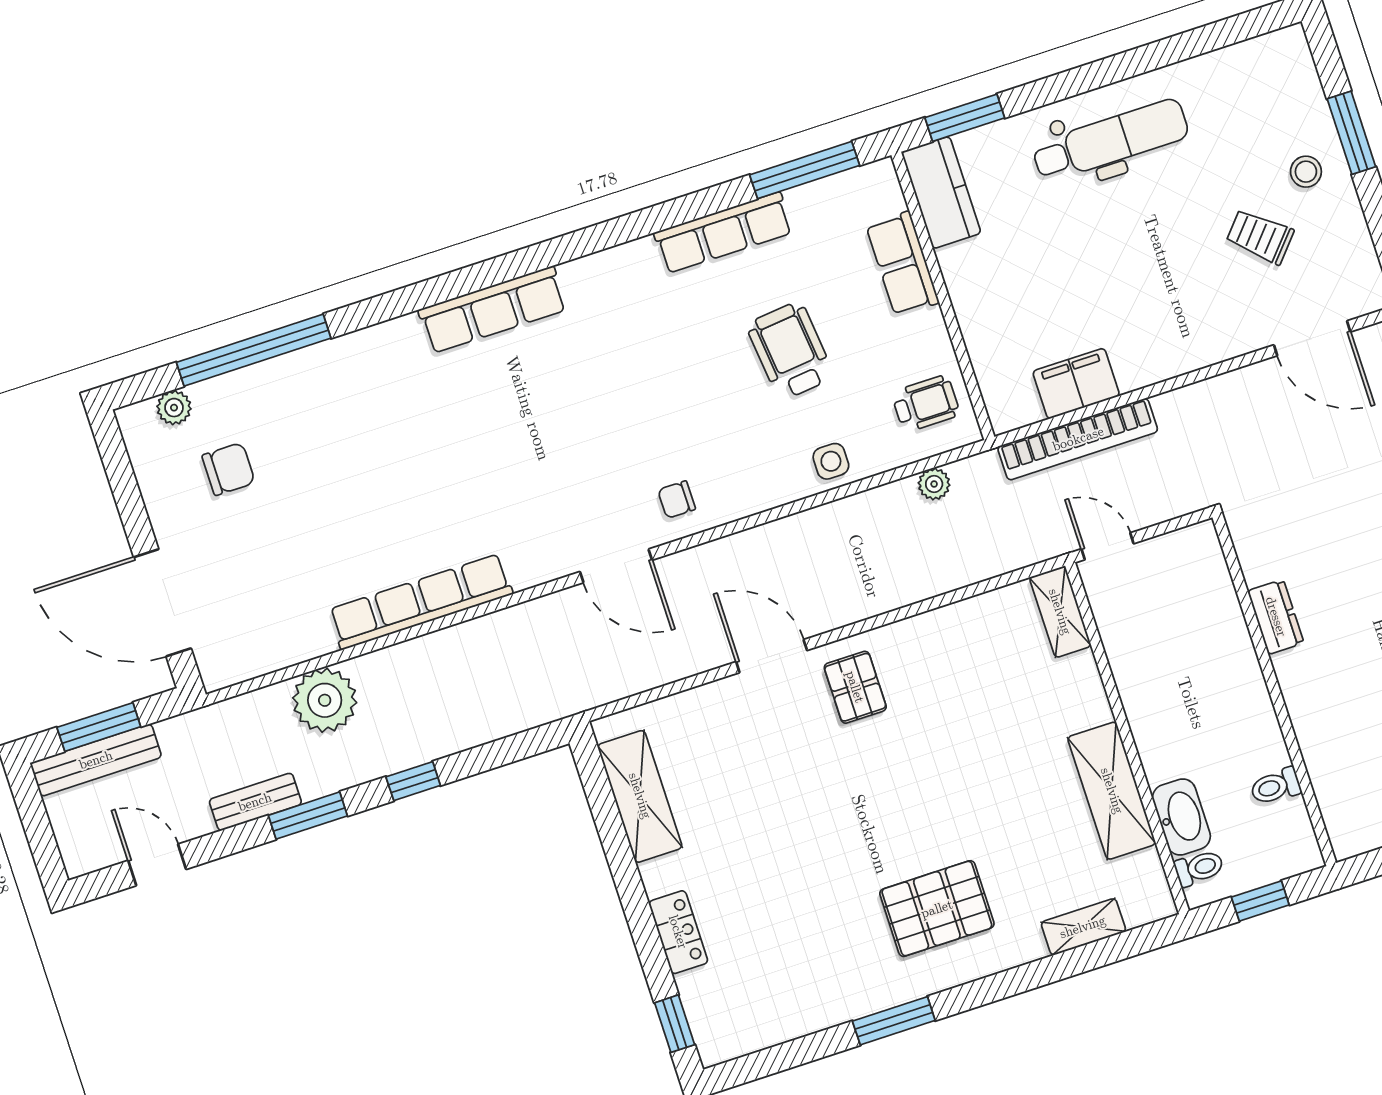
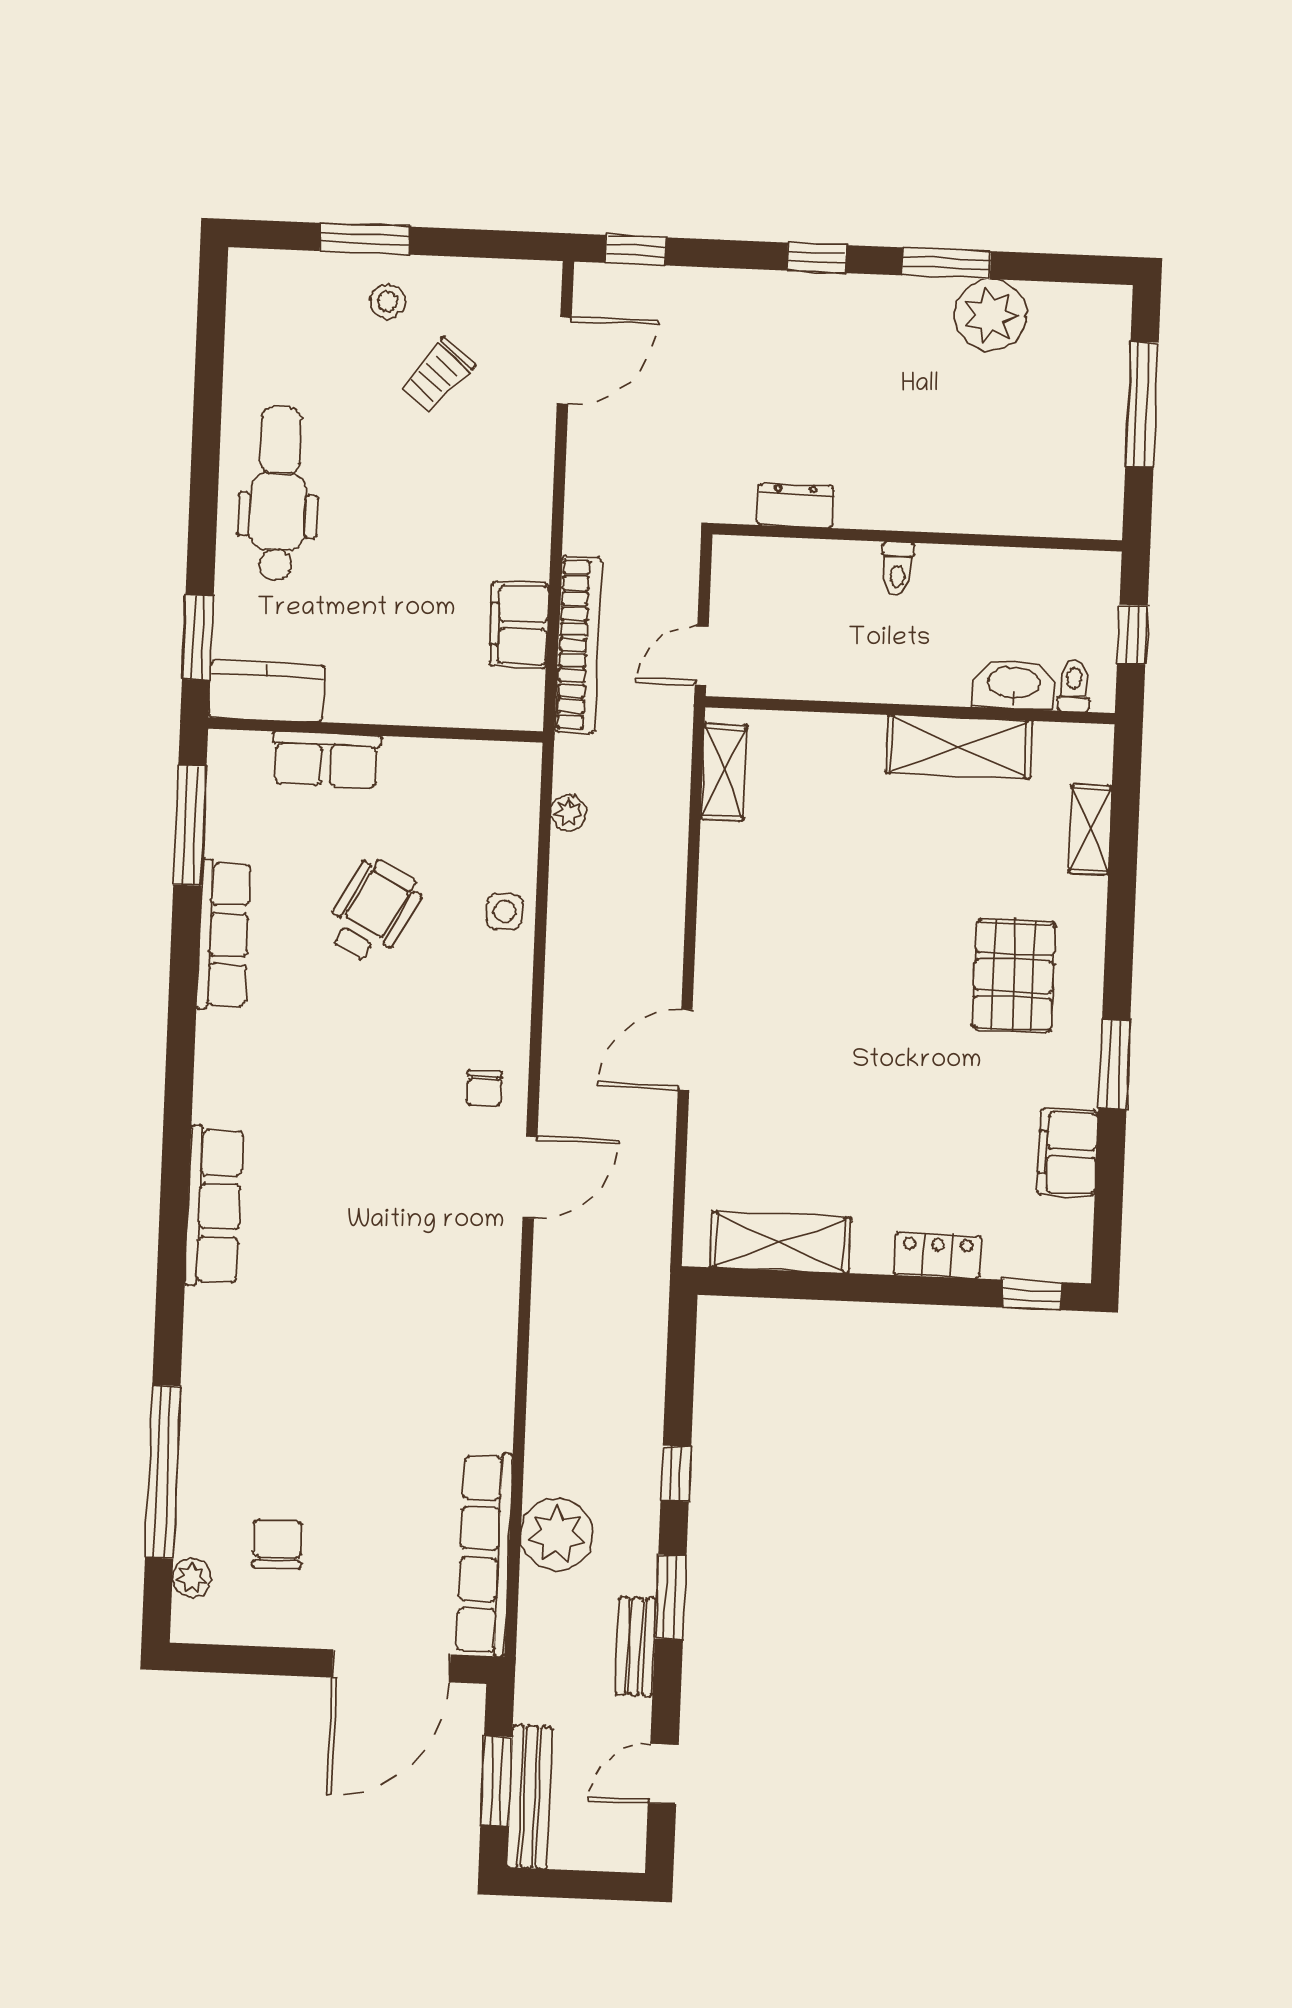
wheelchair: (790, 351) -> (373, 911), turned 125
wheelchair: (926, 404) -> (481, 790), removed
row of seats: (421, 602) -> (485, 1554), moved
shelving: (1060, 612) -> (724, 772), moved, turned 90
dresser: (1276, 617) -> (795, 505), moved
pallet: (855, 687) -> (750, 975), removed
toilet: (1276, 786) -> (898, 569), moved
filing cabinet: (805, 1009) -> (1068, 1153), added

